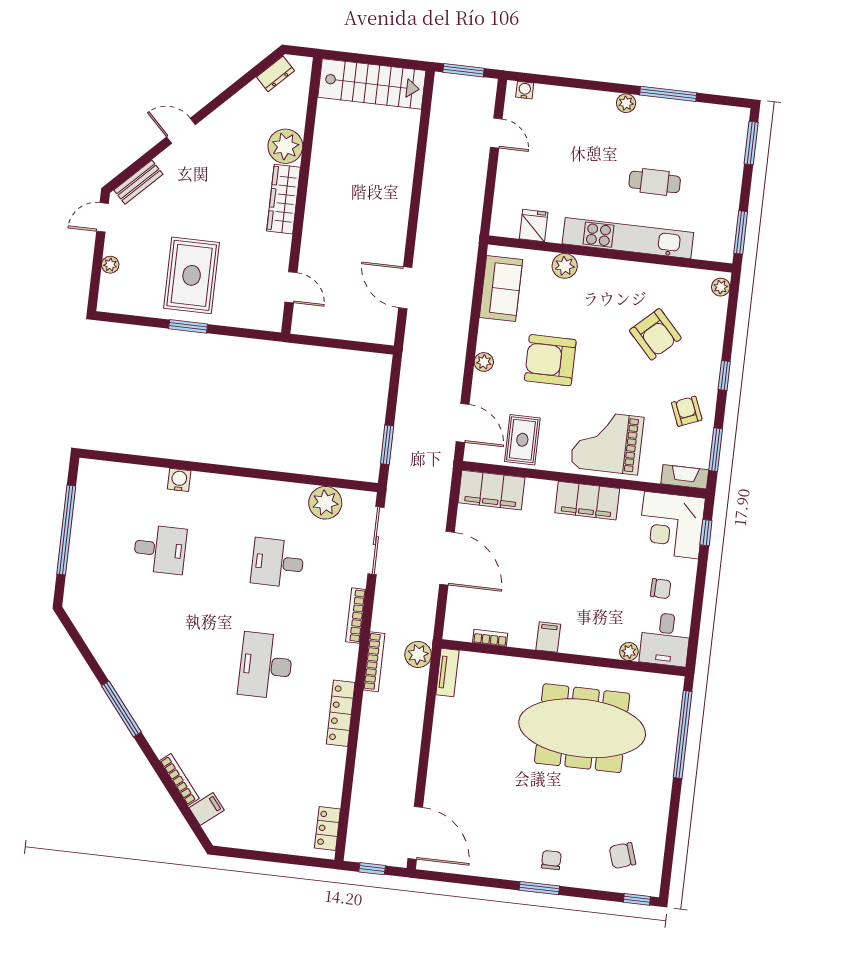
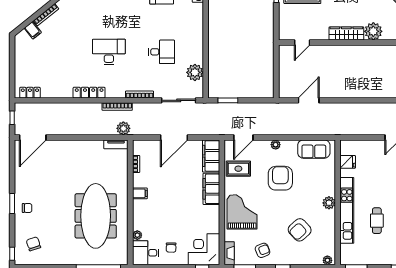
plant: (565, 266) -> (329, 203), moved
filing cabinet: (587, 501) -> (211, 189), moved
desk: (278, 563) -> (162, 52), turned 90

